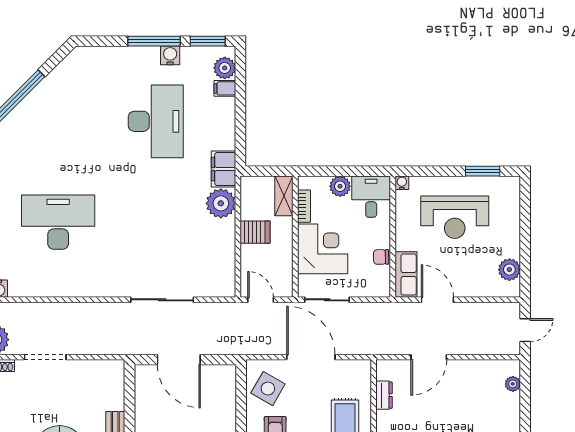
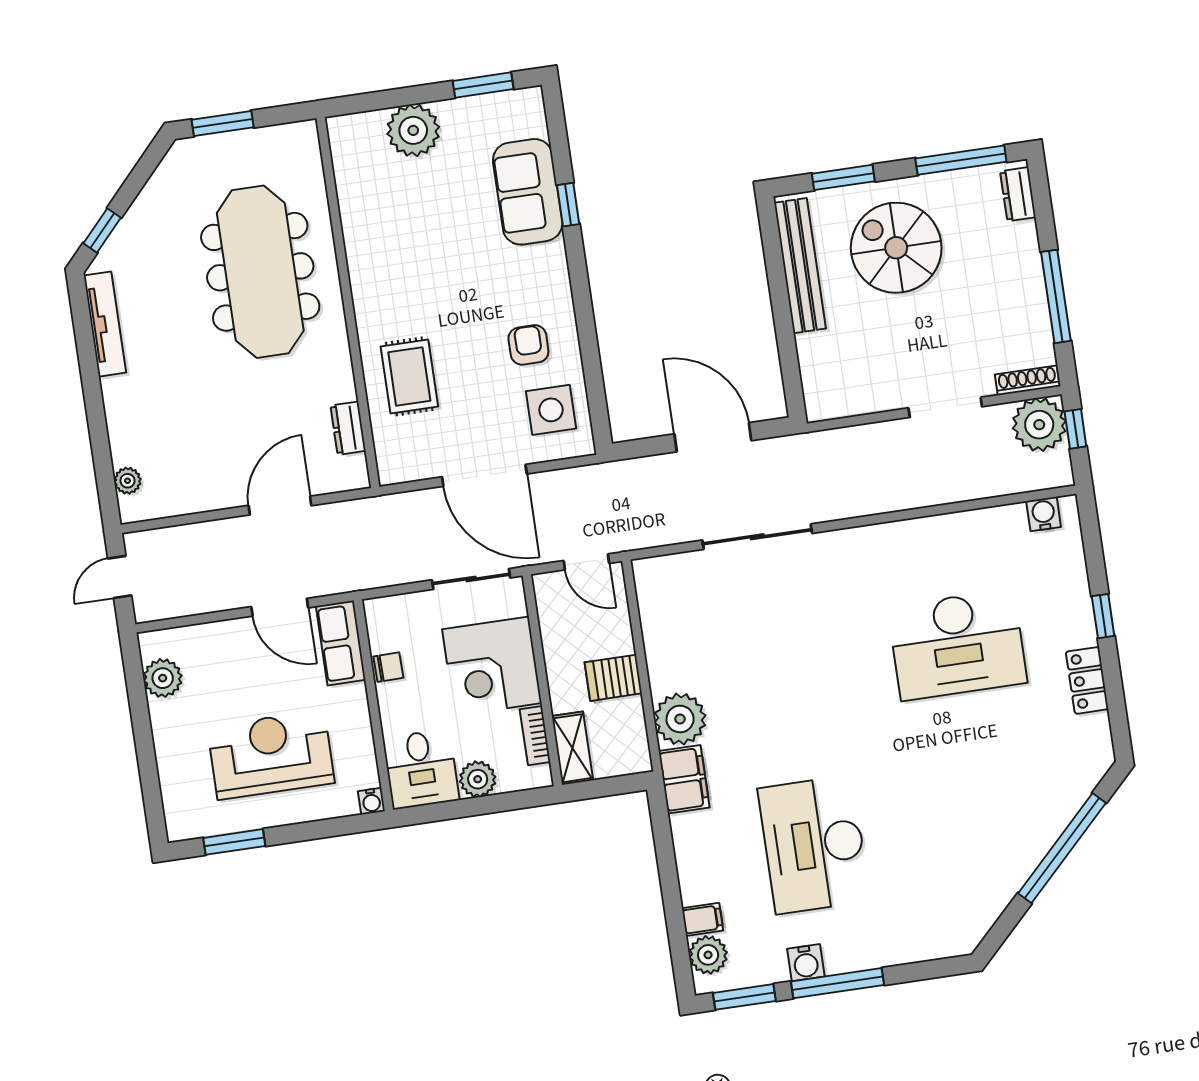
side table: (268, 389) -> (551, 410), turned -30

